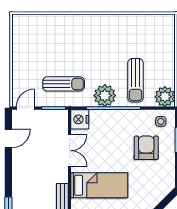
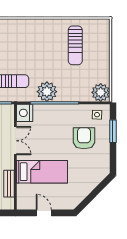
sun lounger: (136, 80) -> (75, 45), moved

